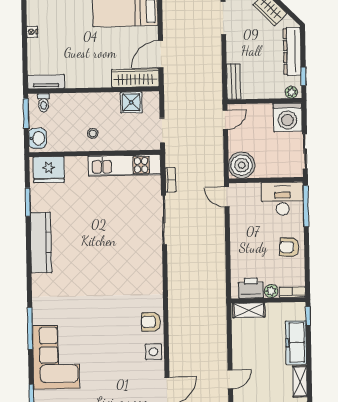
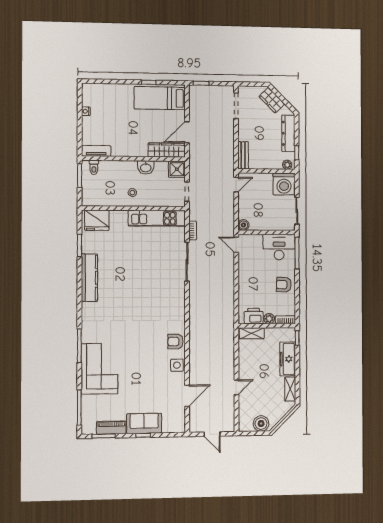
shower: (131, 102) -> (177, 169), moved
washbasin: (37, 138) -> (146, 167), moved, turned 90
boiler: (242, 165) -> (243, 225), width x0.54, depth x0.54

